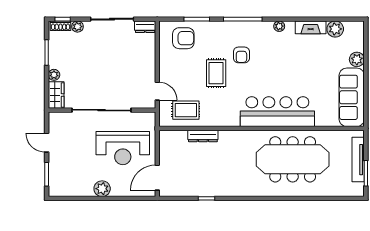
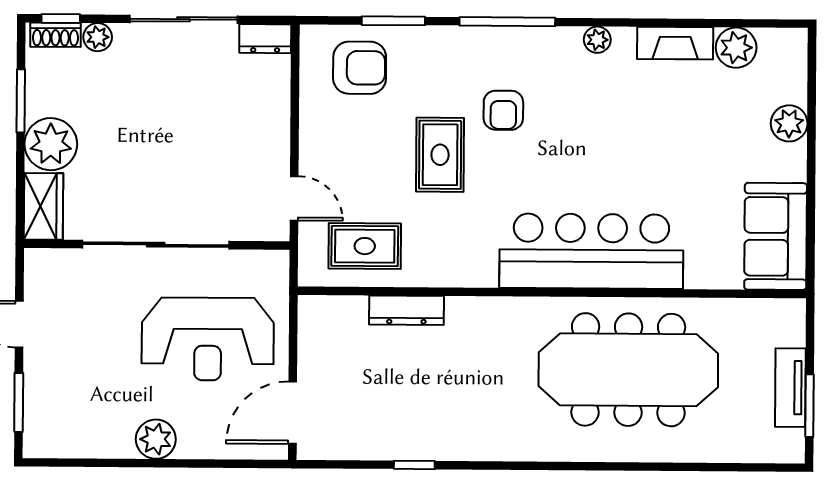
plant: (54, 75) -> (51, 144), width x1.87, depth x1.87
sofa: (352, 97) -> (776, 236), width x0.73
tv unit: (358, 160) -> (790, 388), width x0.71

